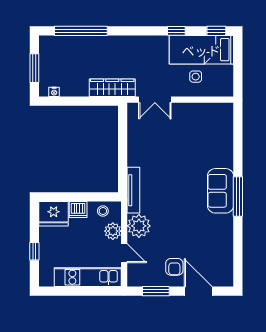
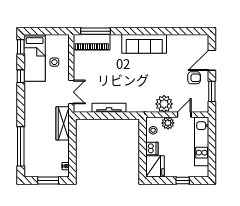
piano: (223, 127) -> (92, 42), added
tv unit: (133, 190) -> (109, 108), moved
sofa: (221, 191) -> (144, 44), width x1.36
window: (238, 197) -> (95, 31), moved

